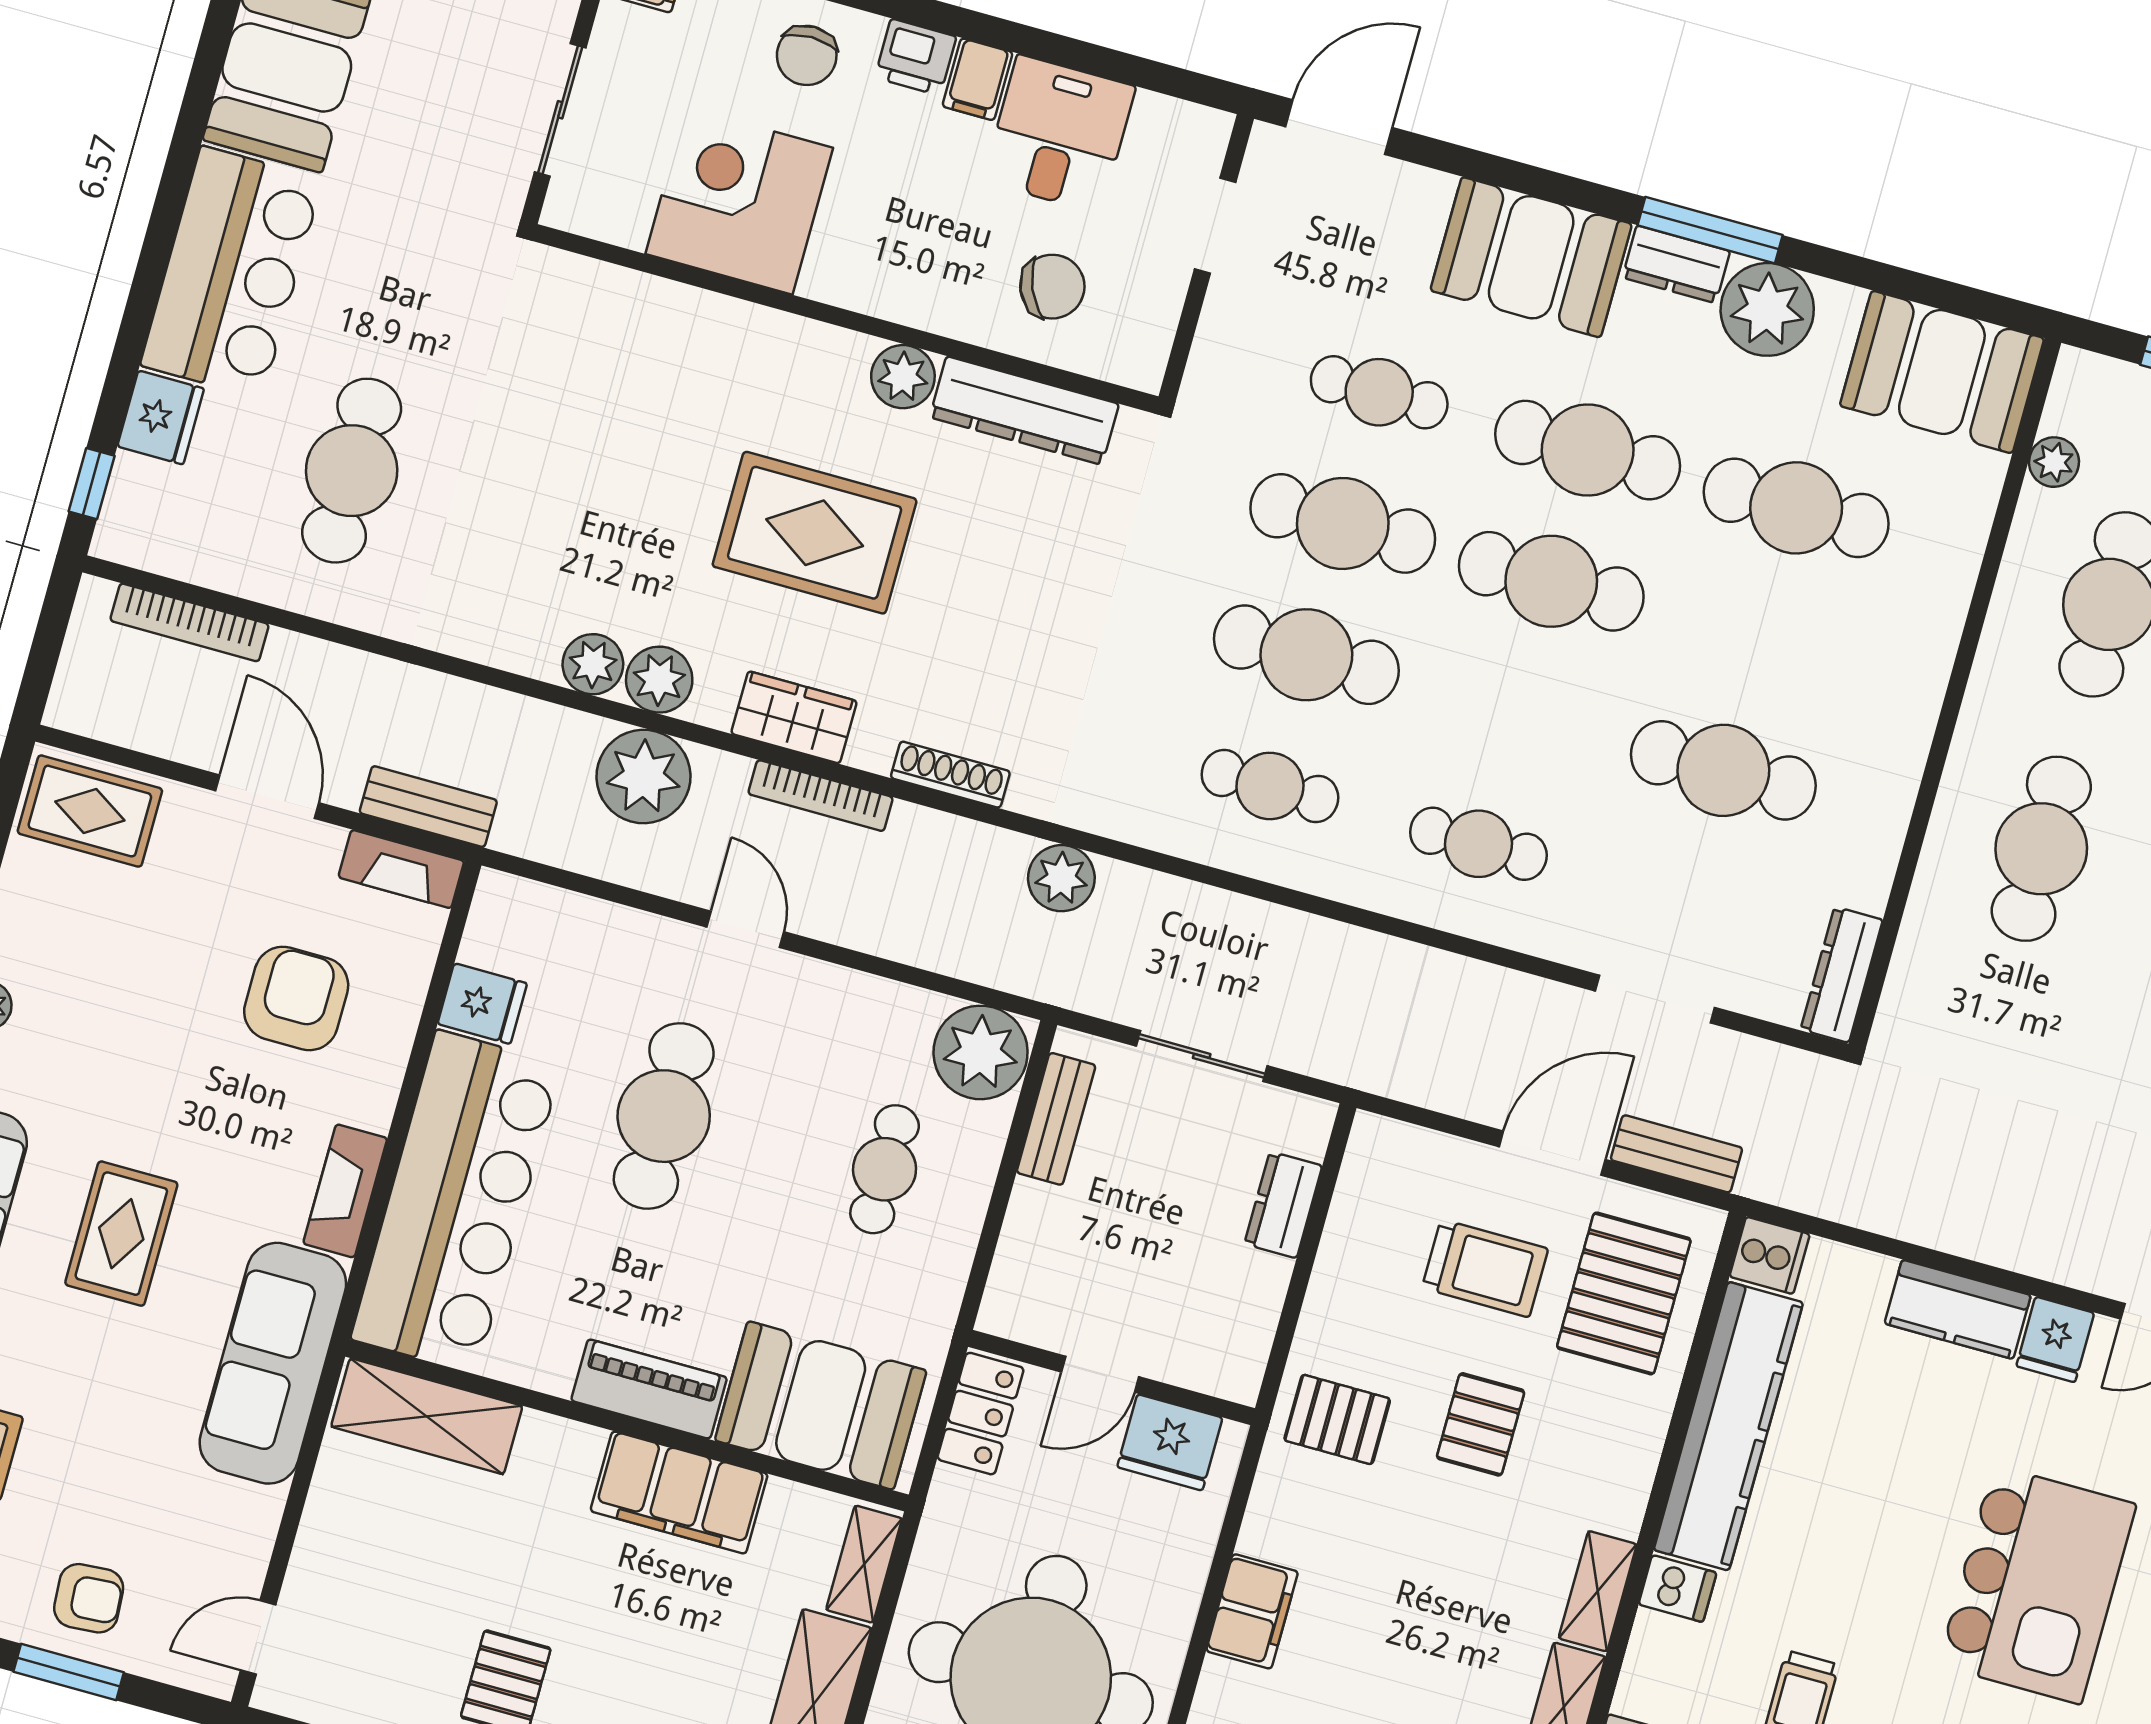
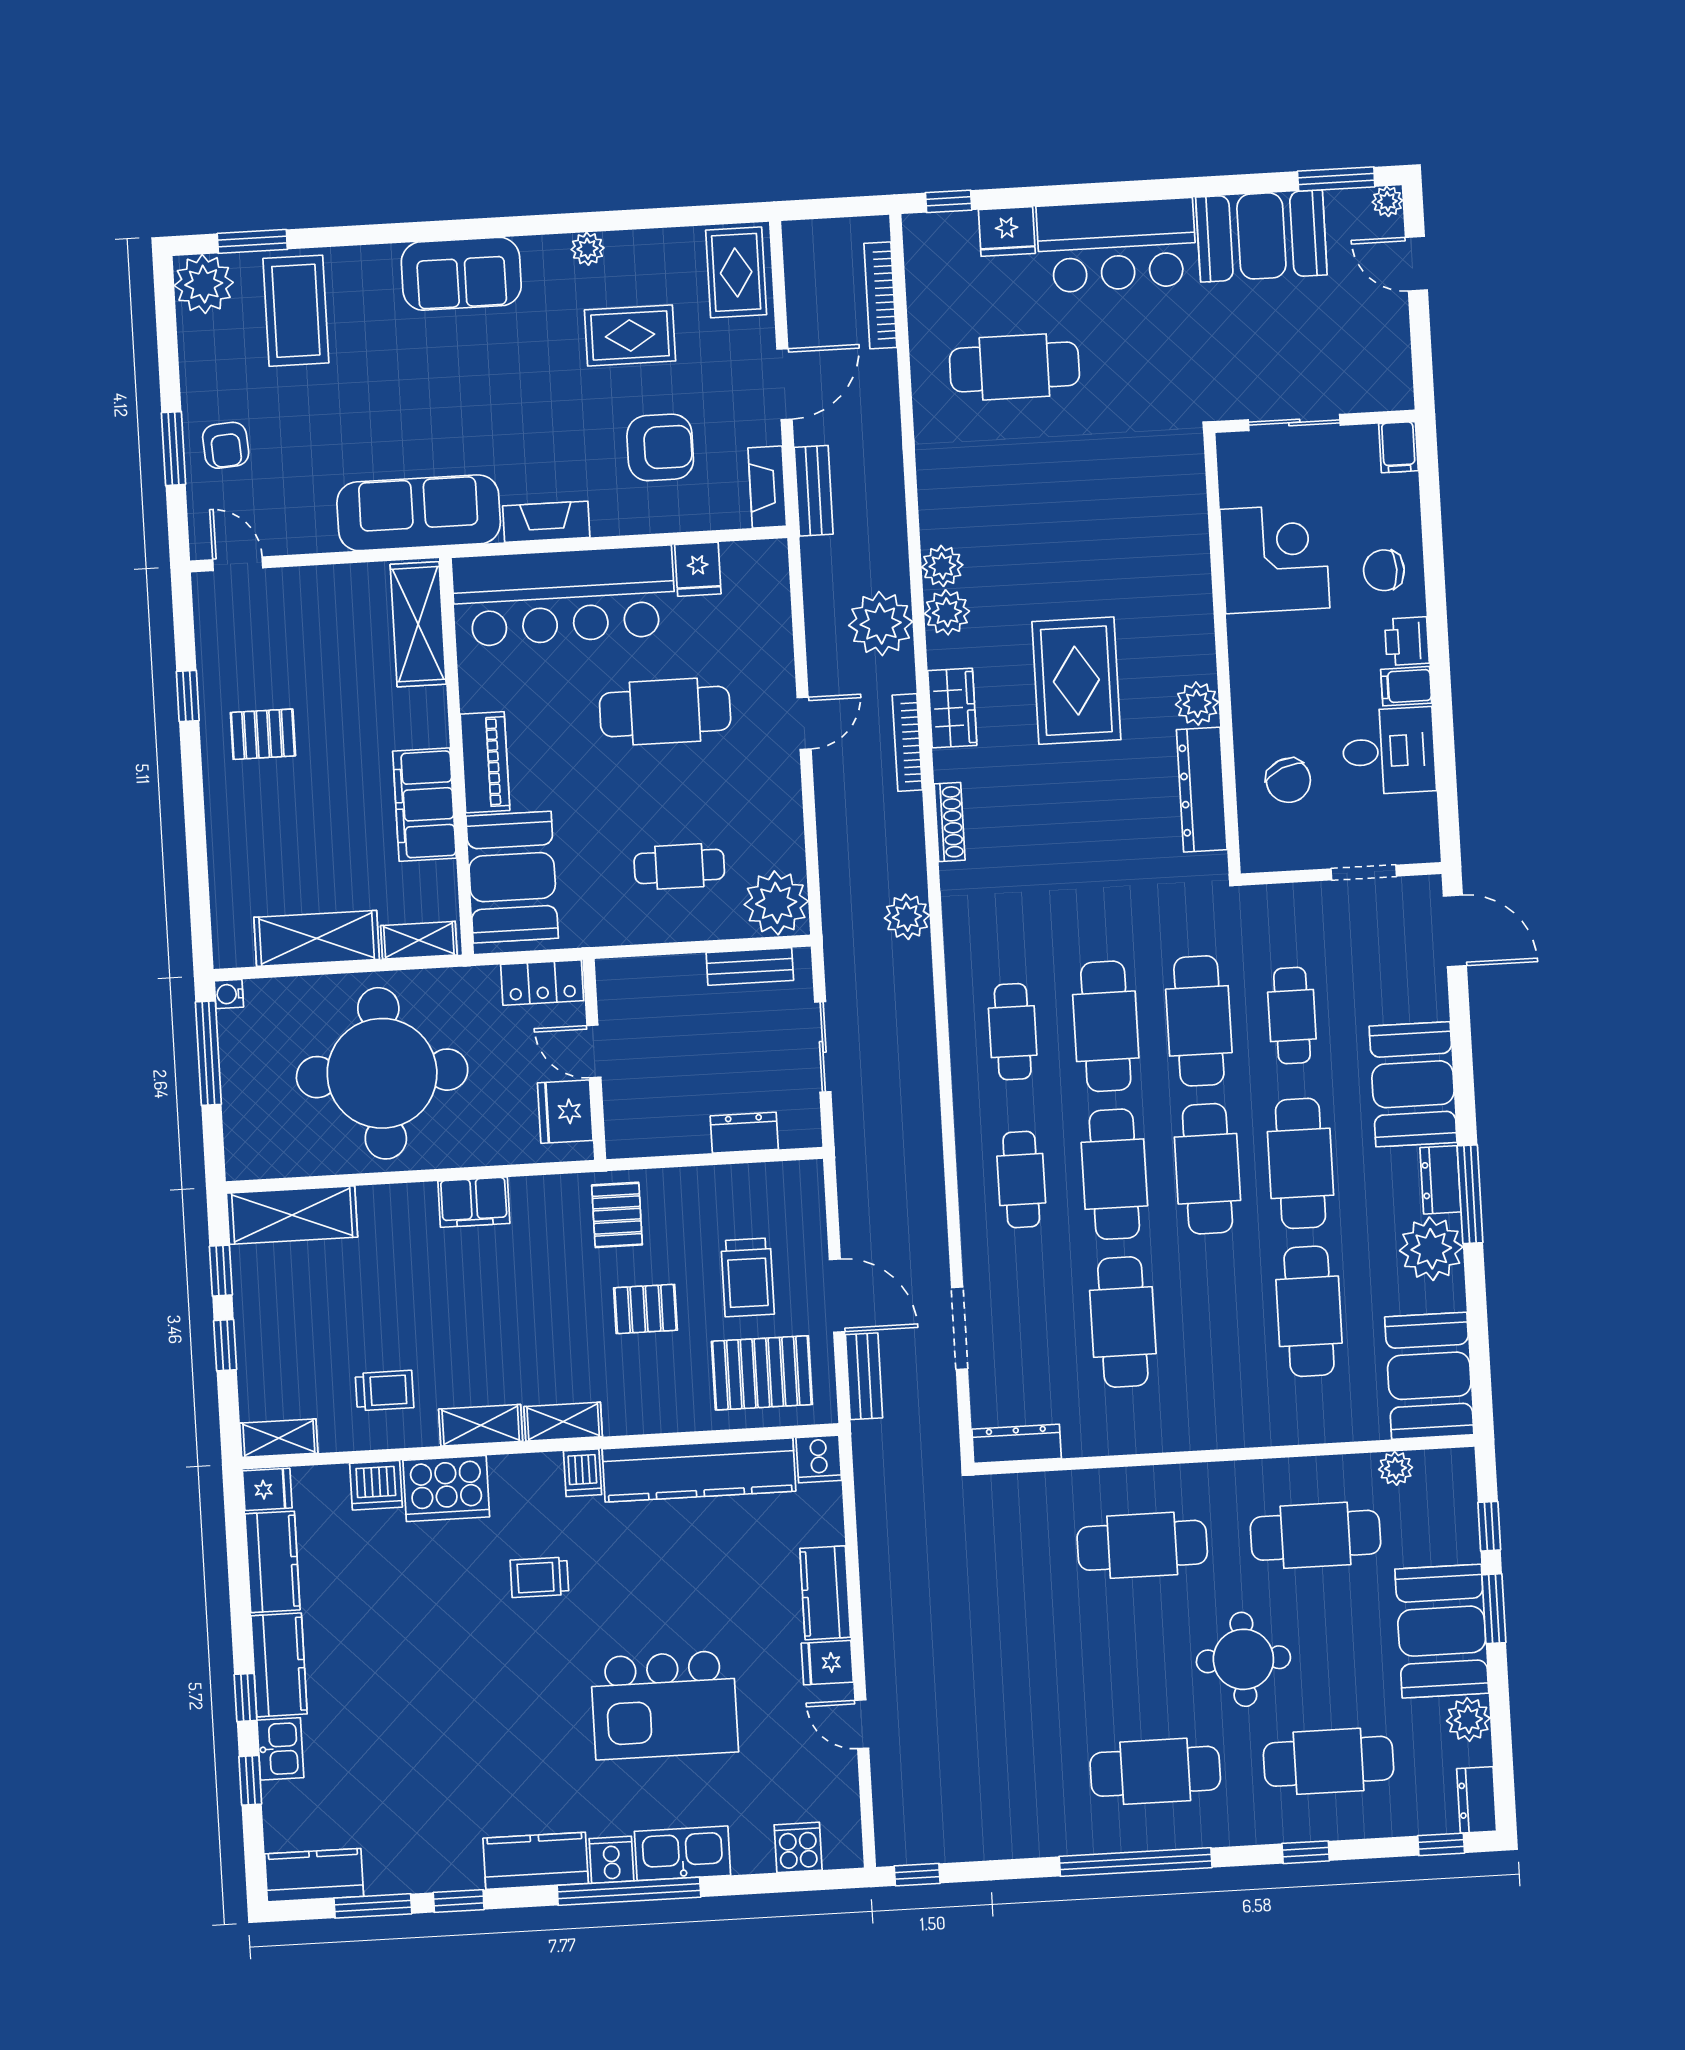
cafe table: (1515, 713) -> (1114, 1174), added
rug: (121, 1234) -> (630, 335), moved

